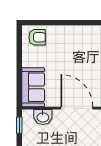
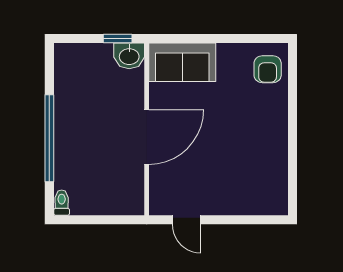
washbasin: (43, 117) -> (129, 56), moved, turned -90

